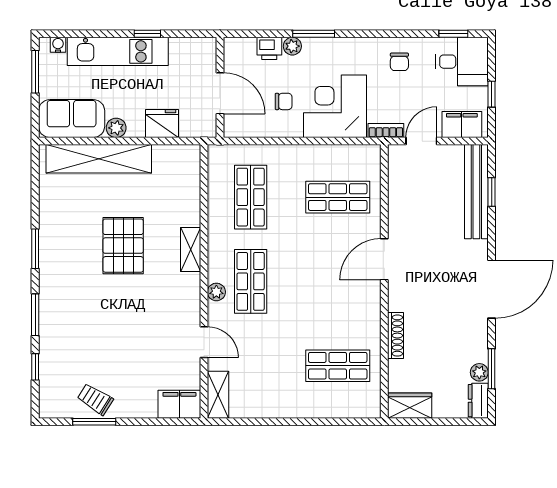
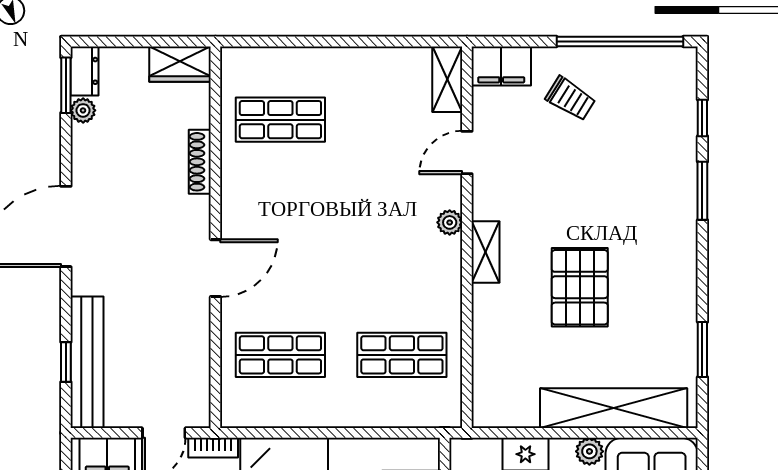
shop shelf: (251, 197) -> (402, 355), turned 90
window: (35, 249) -> (702, 349), moved
shelving: (191, 250) -> (486, 252), moved
shop shelf: (251, 281) -> (402, 237), removed
door: (204, 342) -> (467, 152), hinge flipped
window: (492, 369) -> (66, 85), moved
trolley: (95, 399) -> (570, 99), moved
window: (94, 422) -> (620, 42), width x2.11

